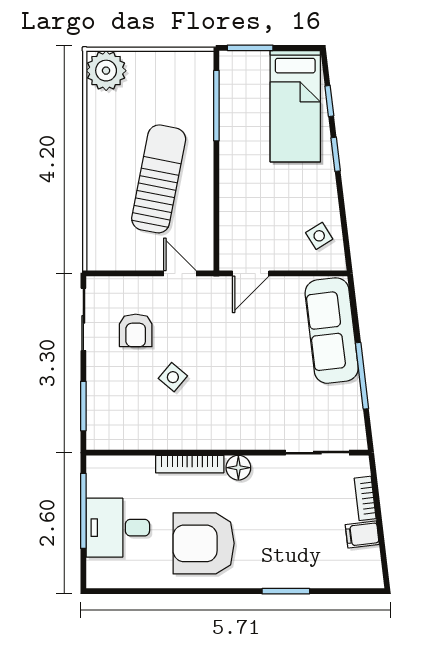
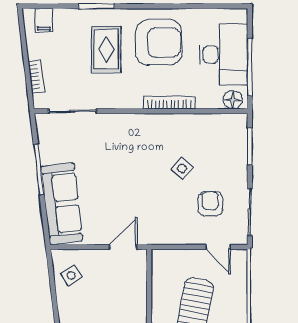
door: (180, 273) -> (218, 247), moved
floor lamp: (238, 468) -> (233, 100), moved
desk: (118, 528) -> (224, 54), width x1.37
rug: (273, 534) -> (106, 49), added
filing cabinet: (362, 534) -> (44, 20), moved, turned 97

